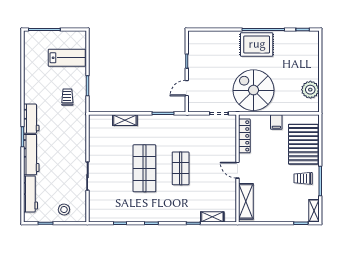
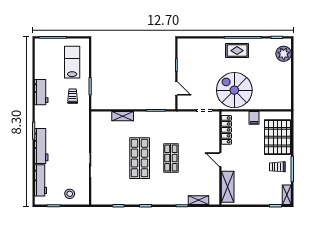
rug: (257, 44) -> (237, 51), width x0.73, depth x0.70
lab bench: (67, 58) -> (72, 62), turned -90
door: (187, 88) -> (176, 88), swing flipped
plant: (310, 90) -> (284, 54), moved
workbench: (31, 119) -> (41, 92), moved

